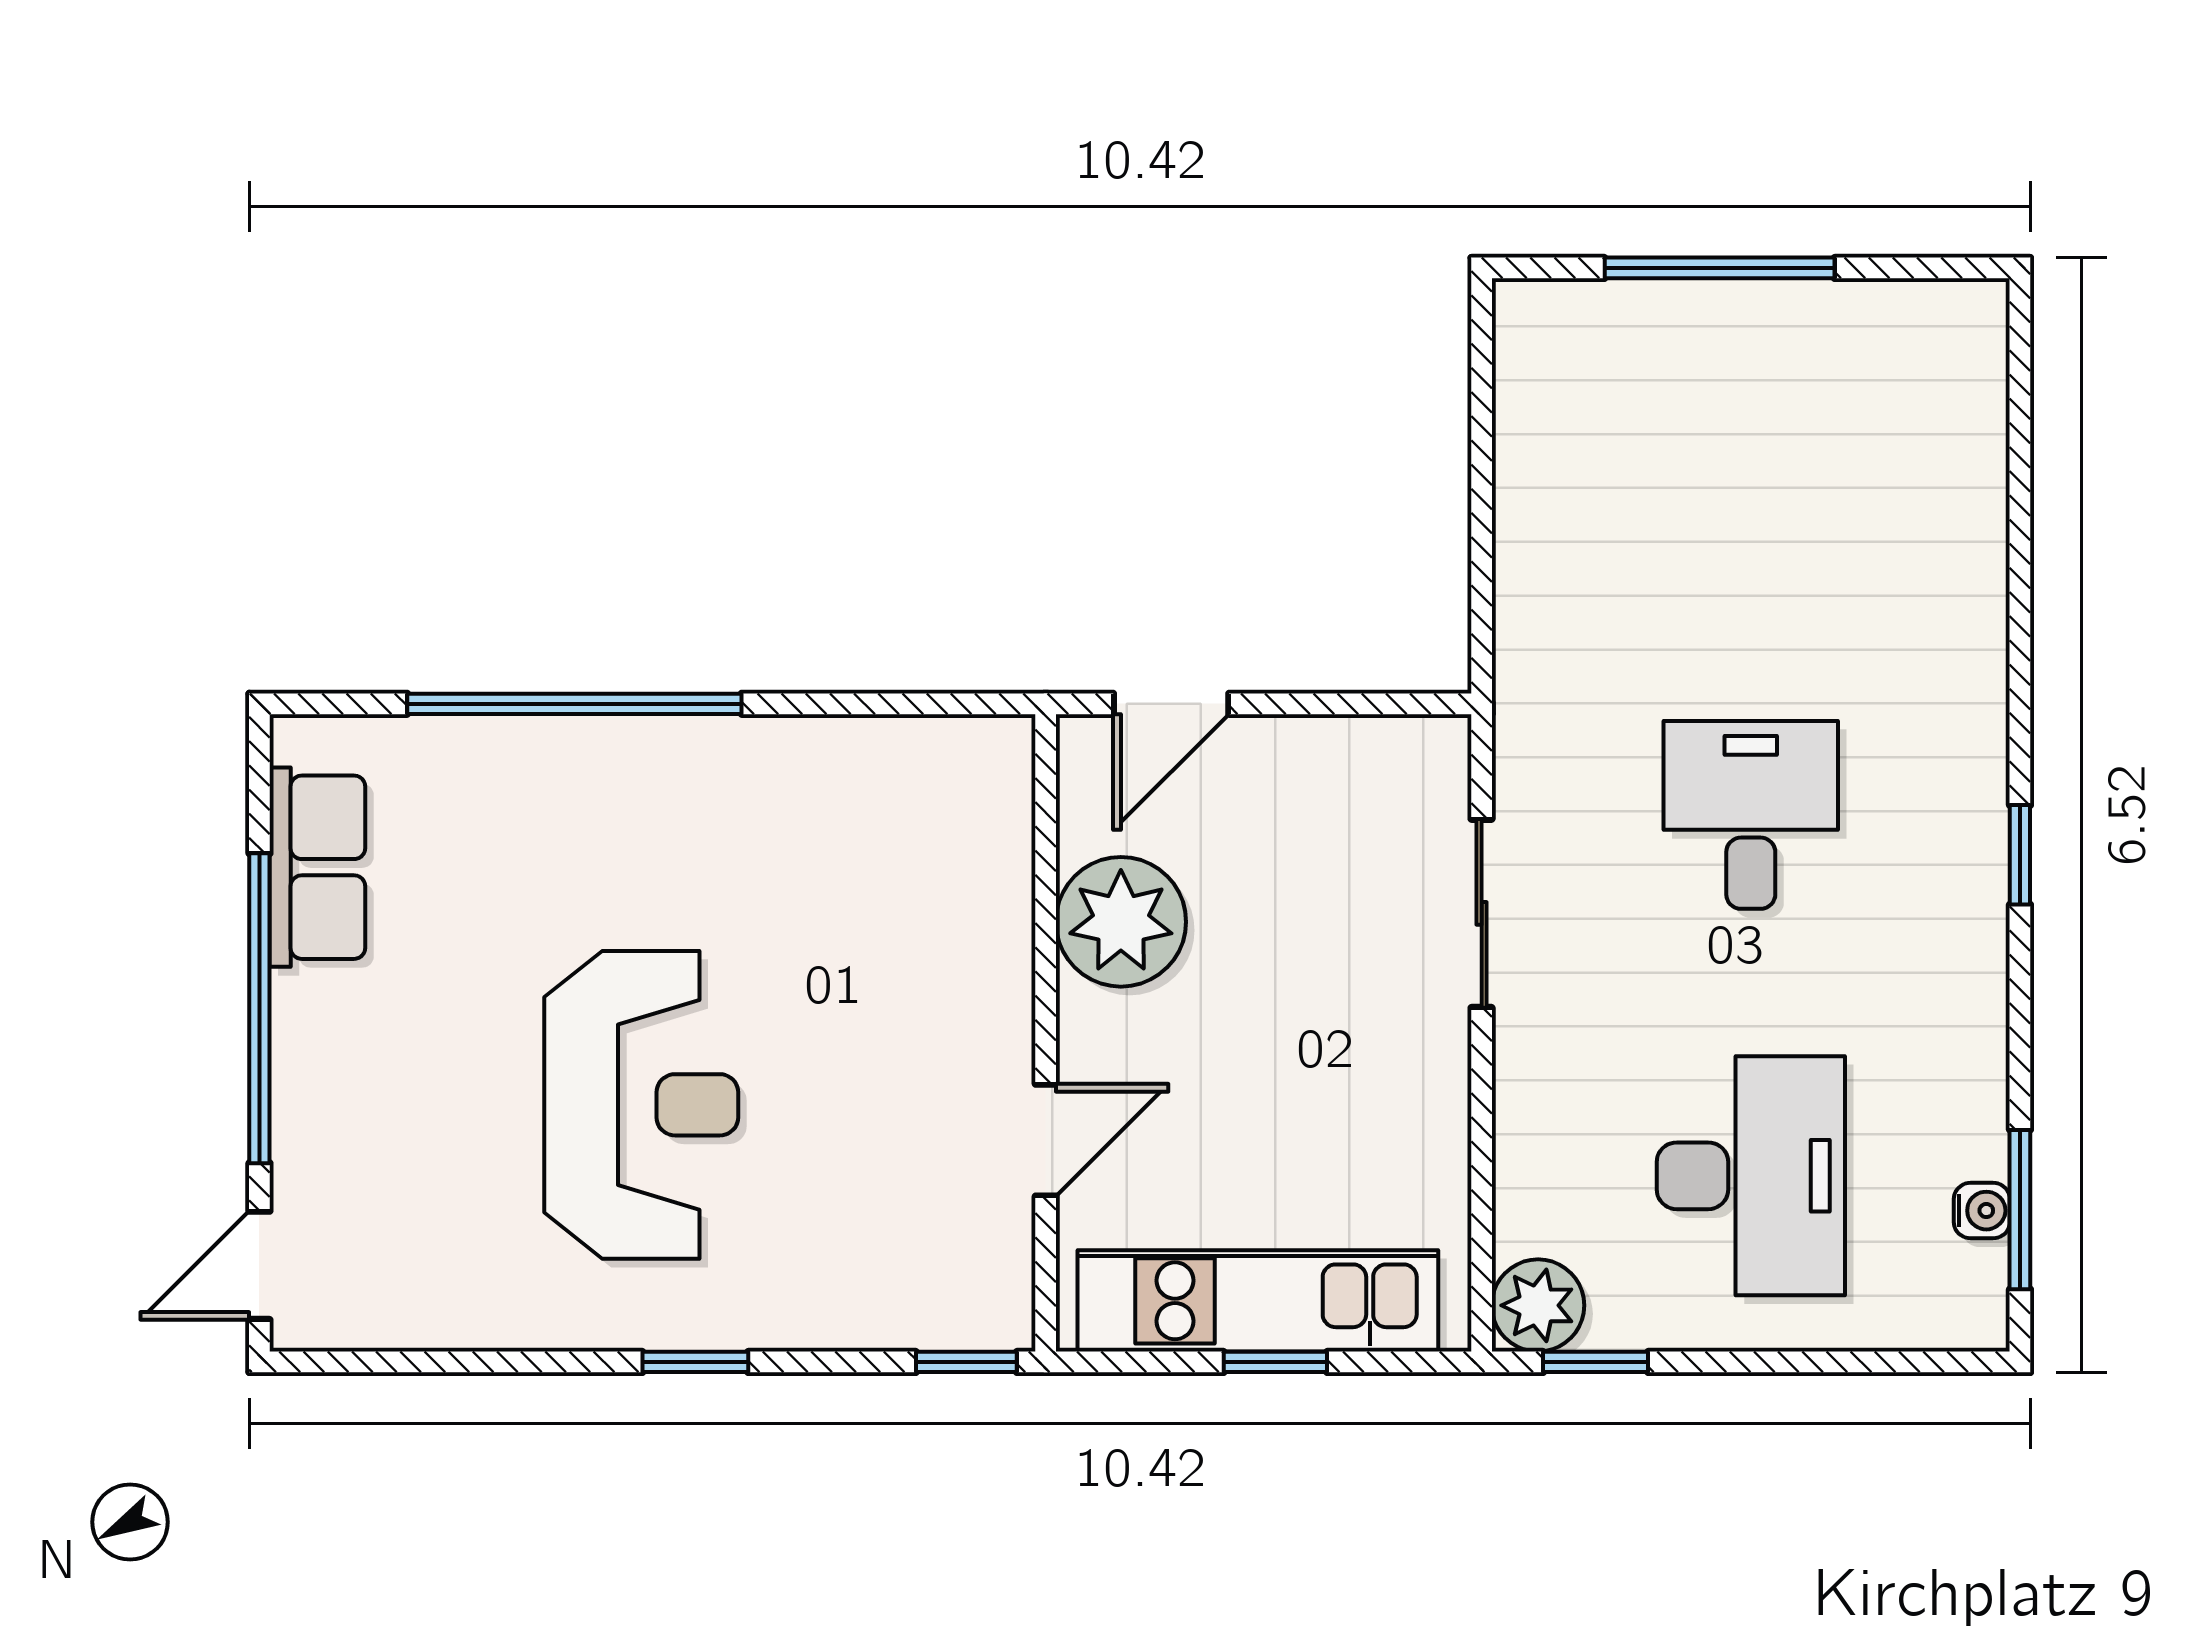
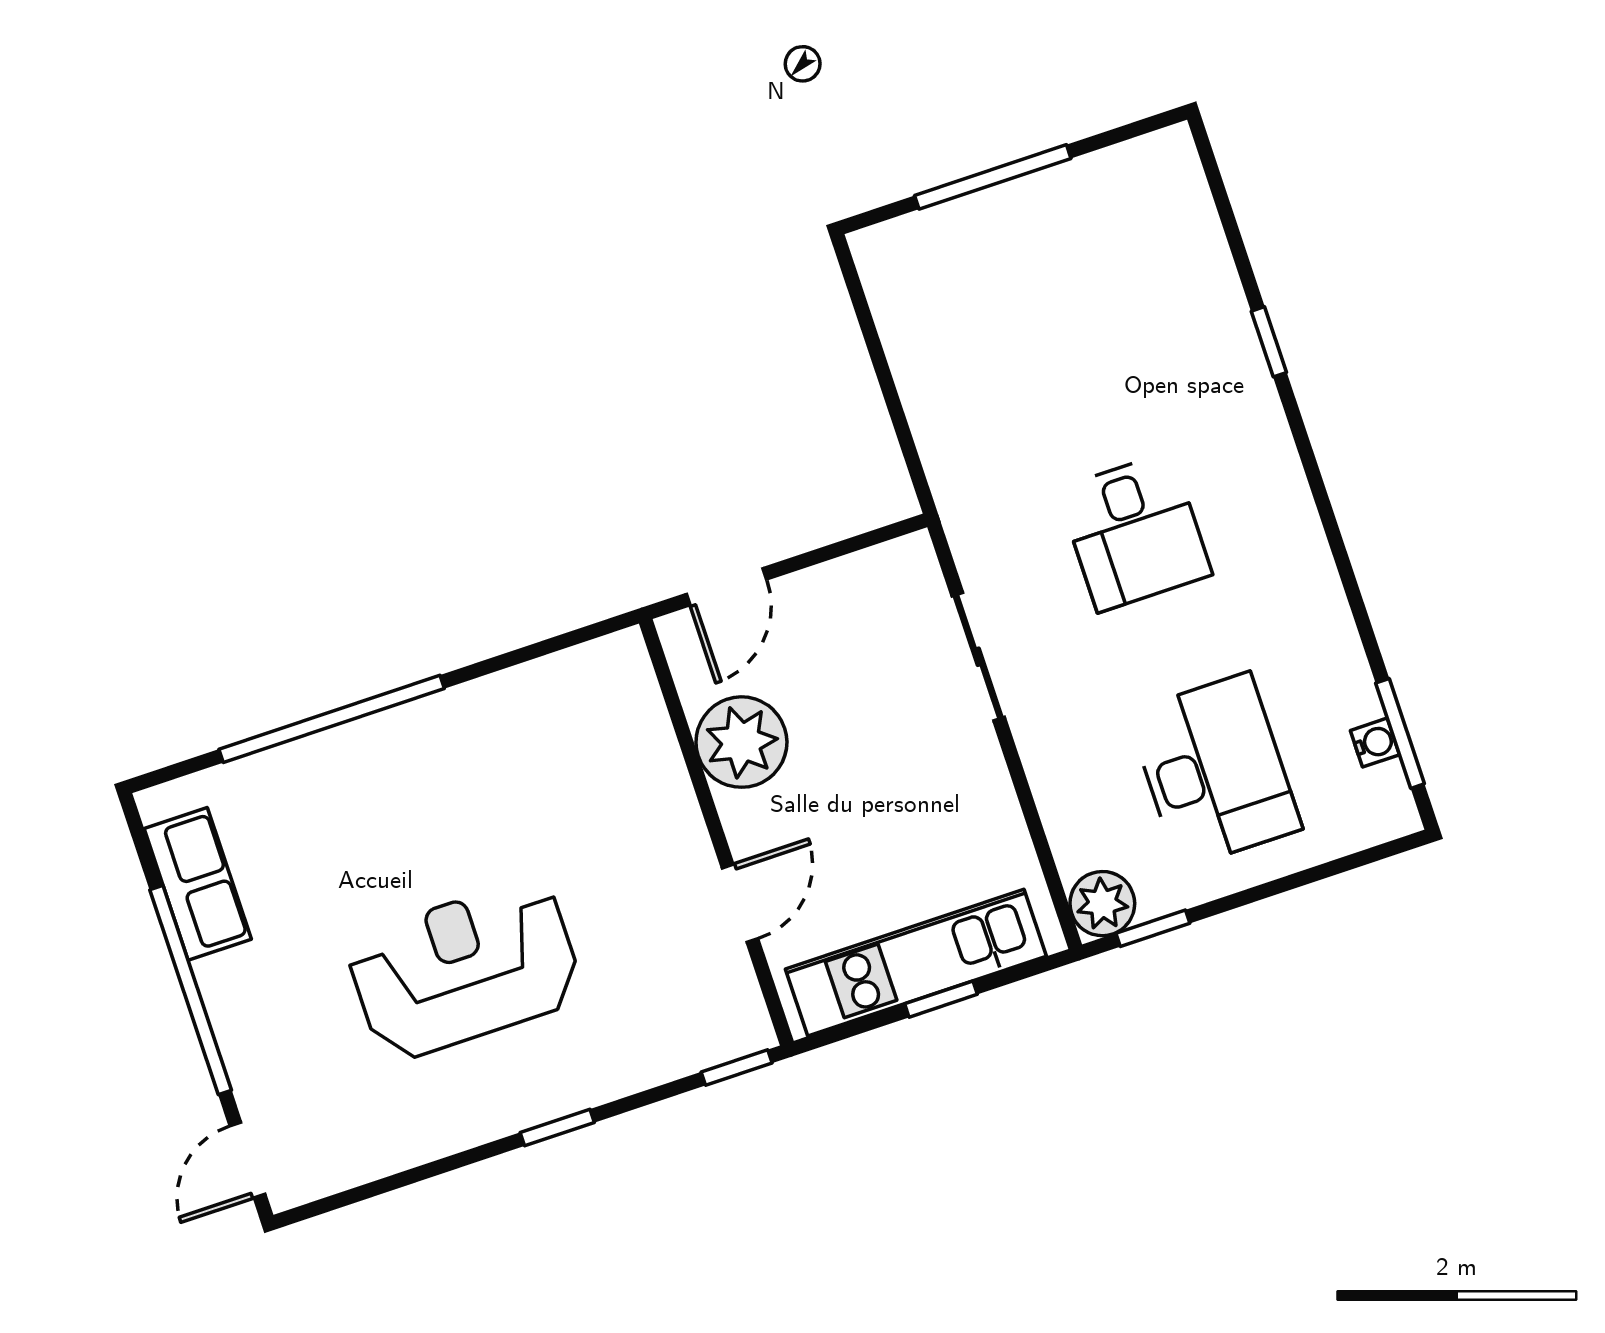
desk: (1751, 815) -> (1135, 532), turned 180
window: (2020, 855) -> (1269, 342), moved
reception desk: (641, 1105) -> (465, 969), turned -90

